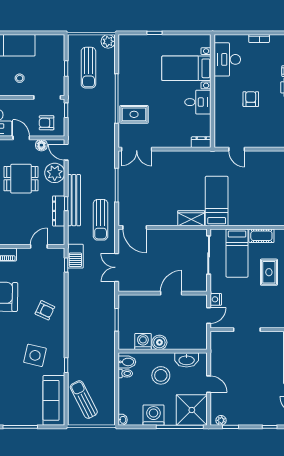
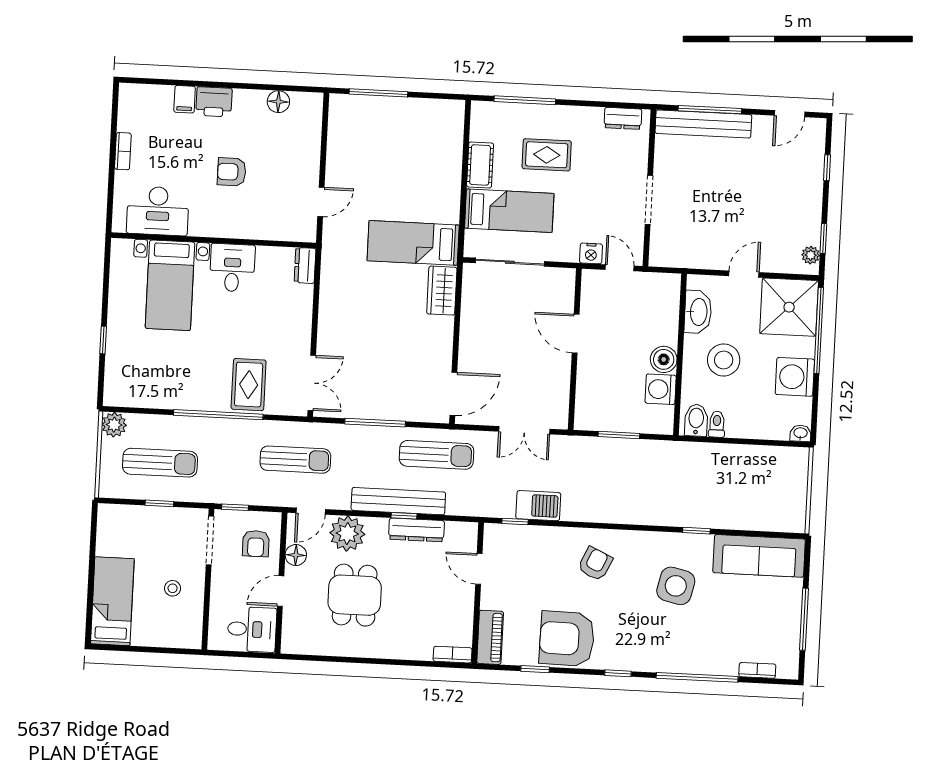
barbecue: (75, 256) -> (538, 506), moved
sun lounger: (84, 399) -> (295, 460), moved, turned -153

